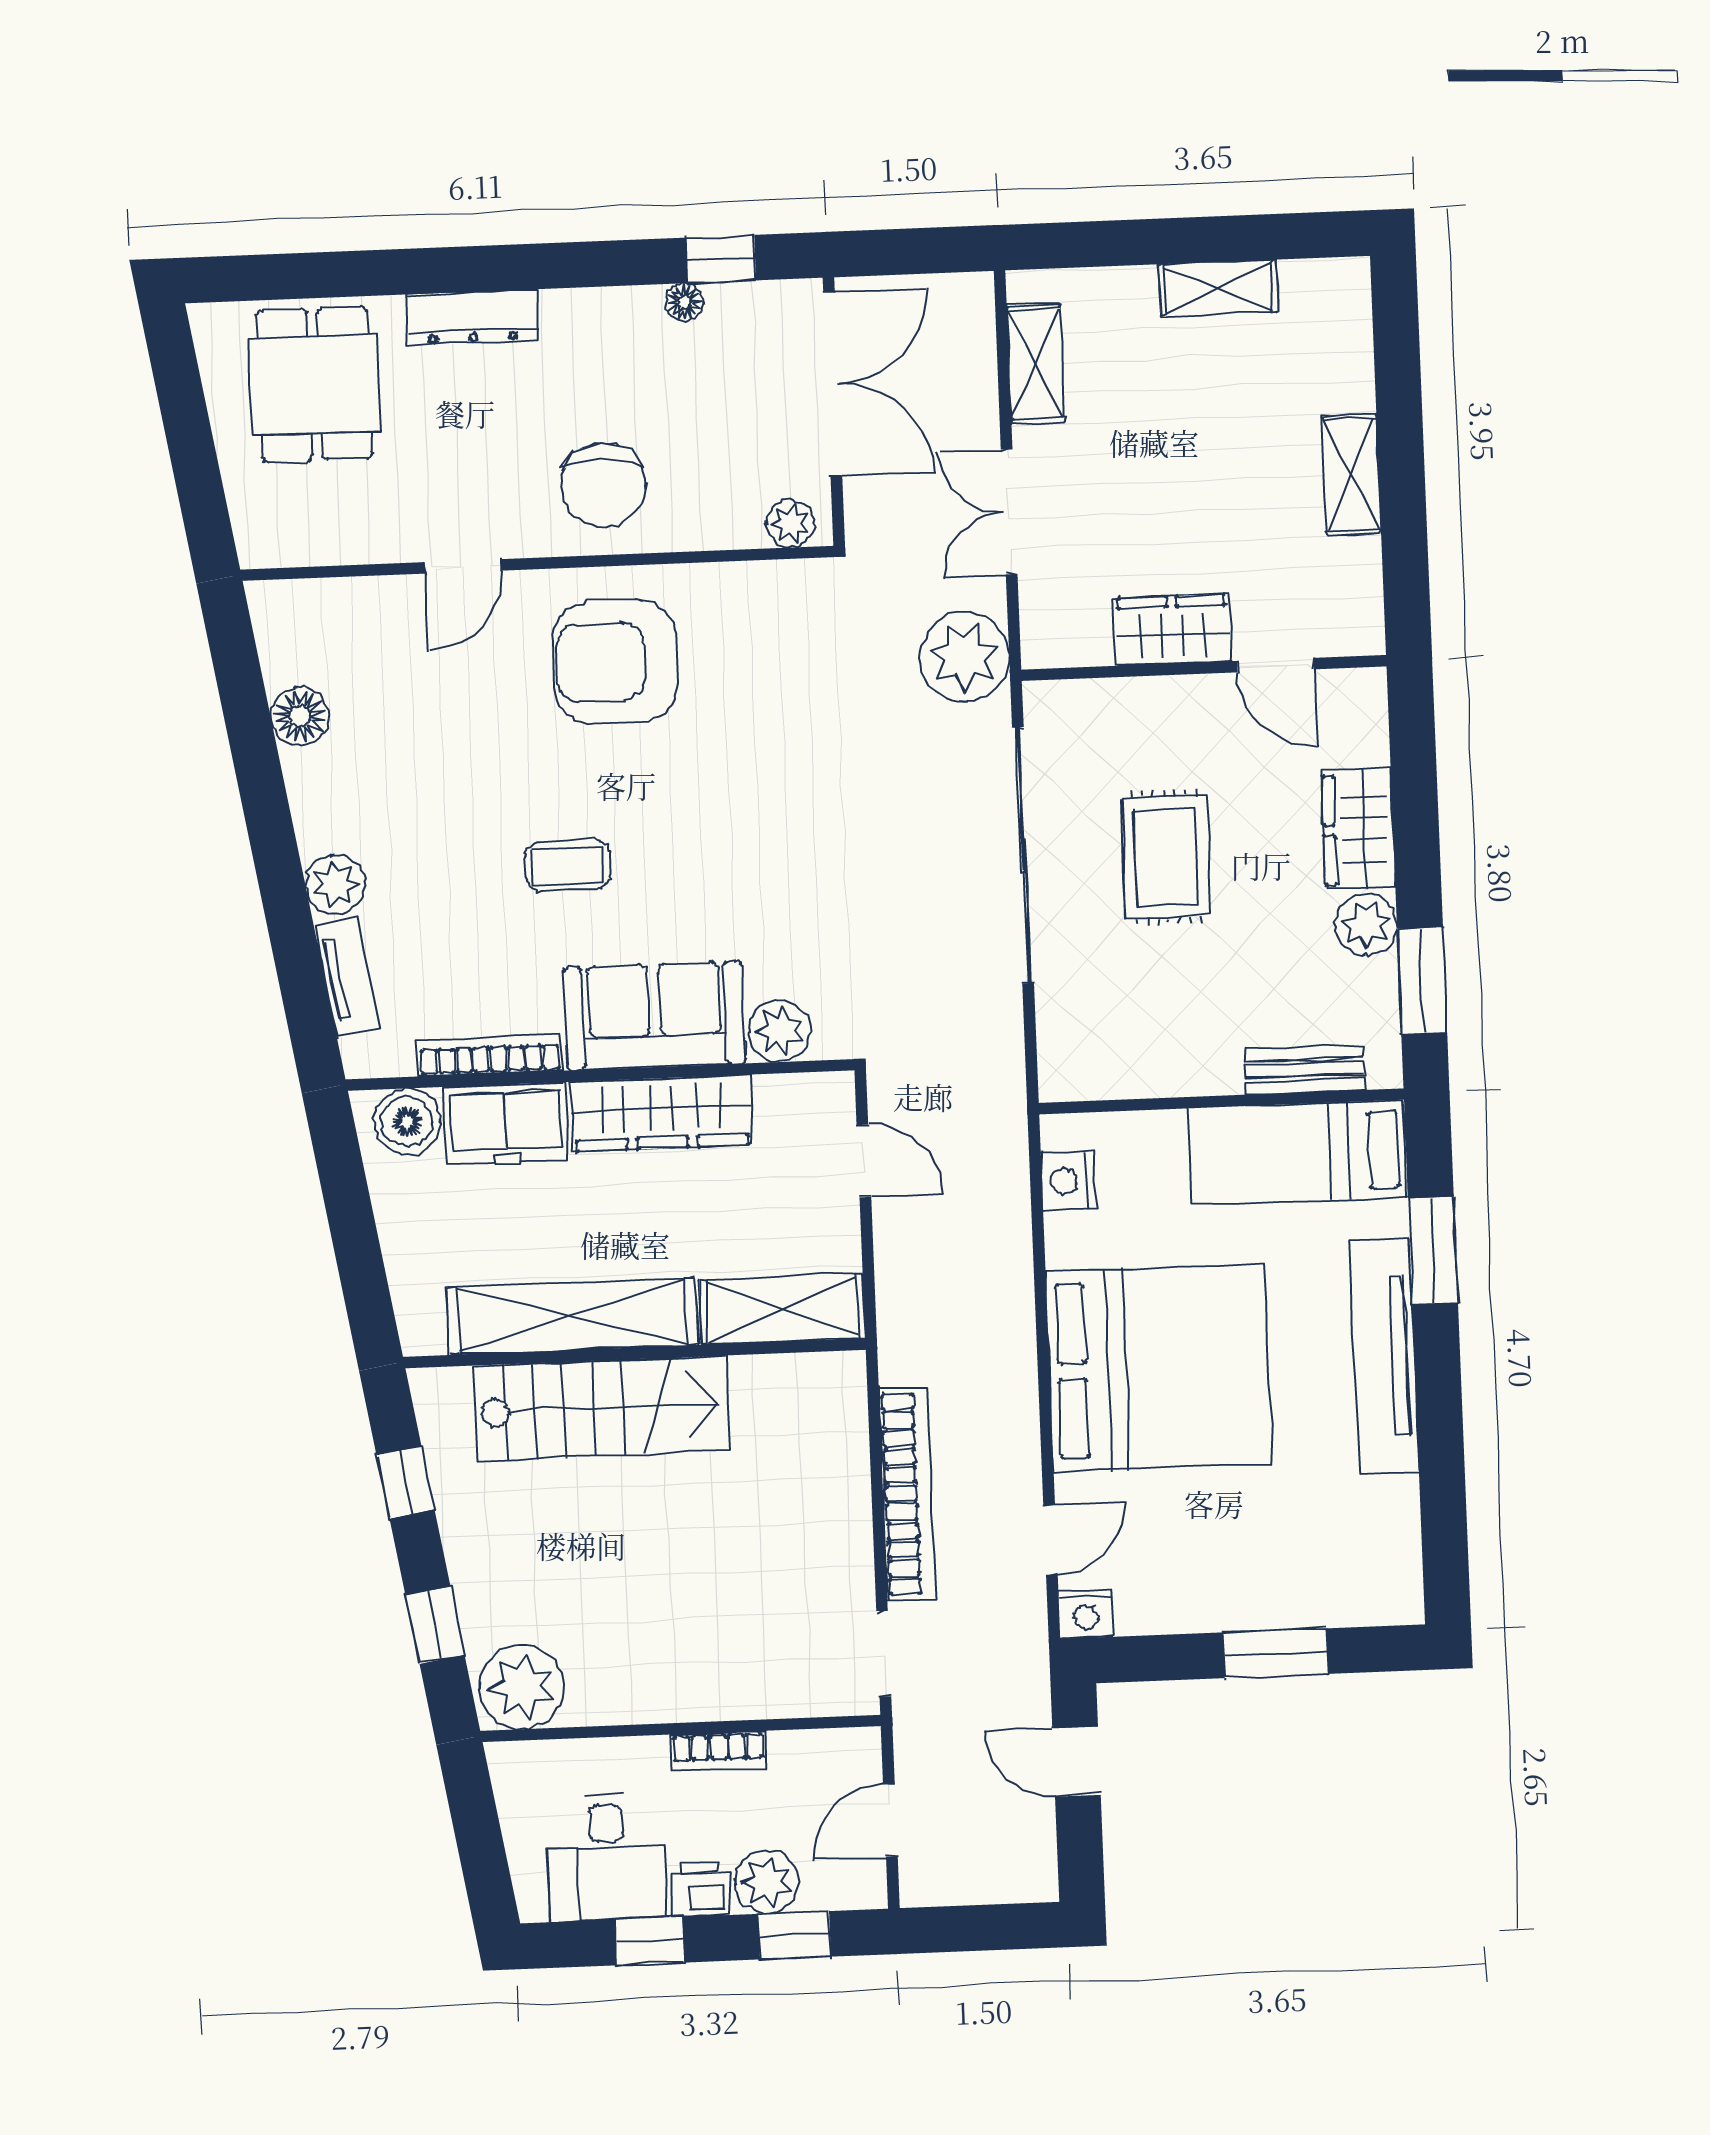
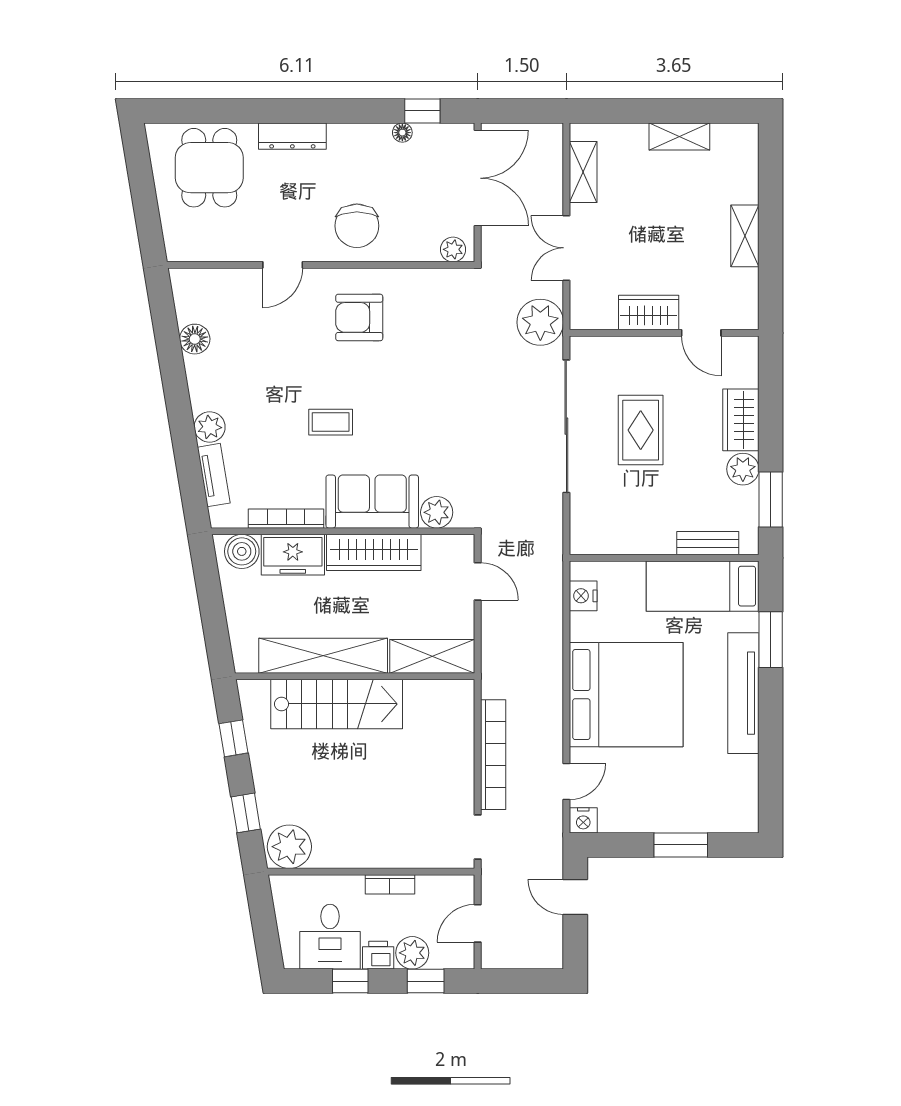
armchair: (615, 662) -> (359, 317), width x0.73, depth x0.73

